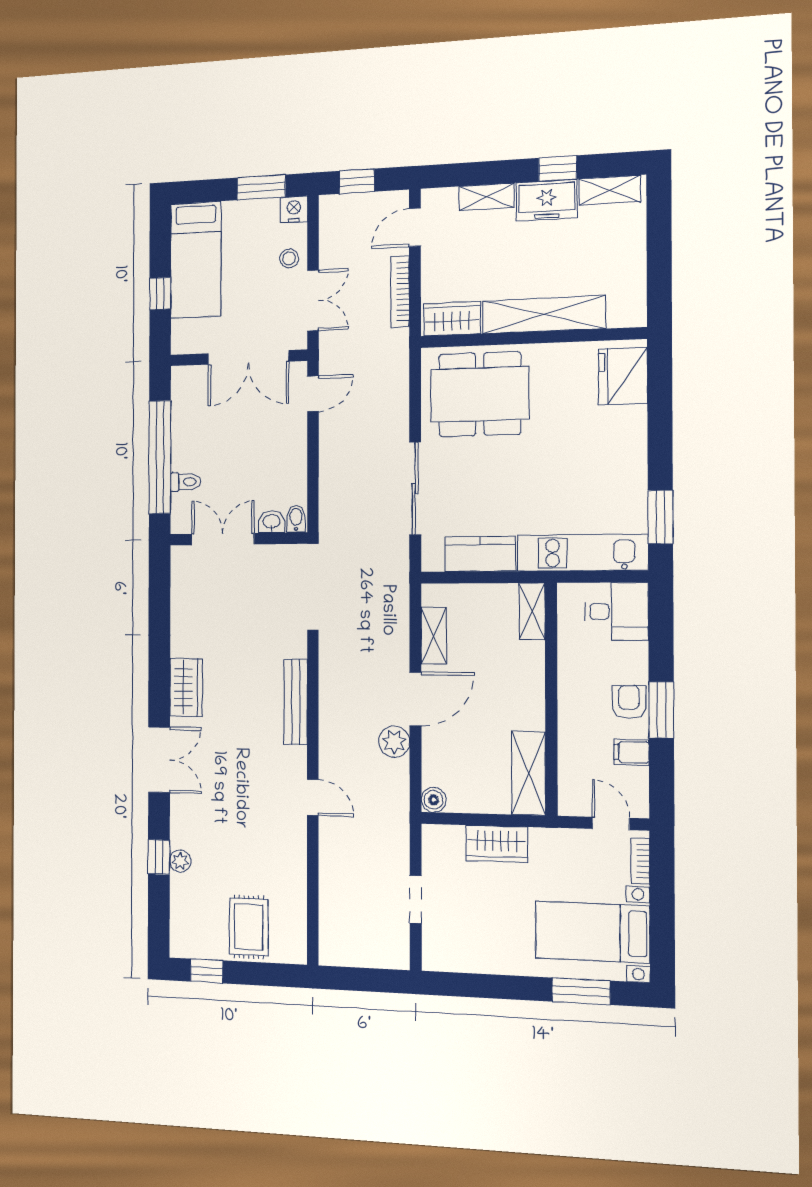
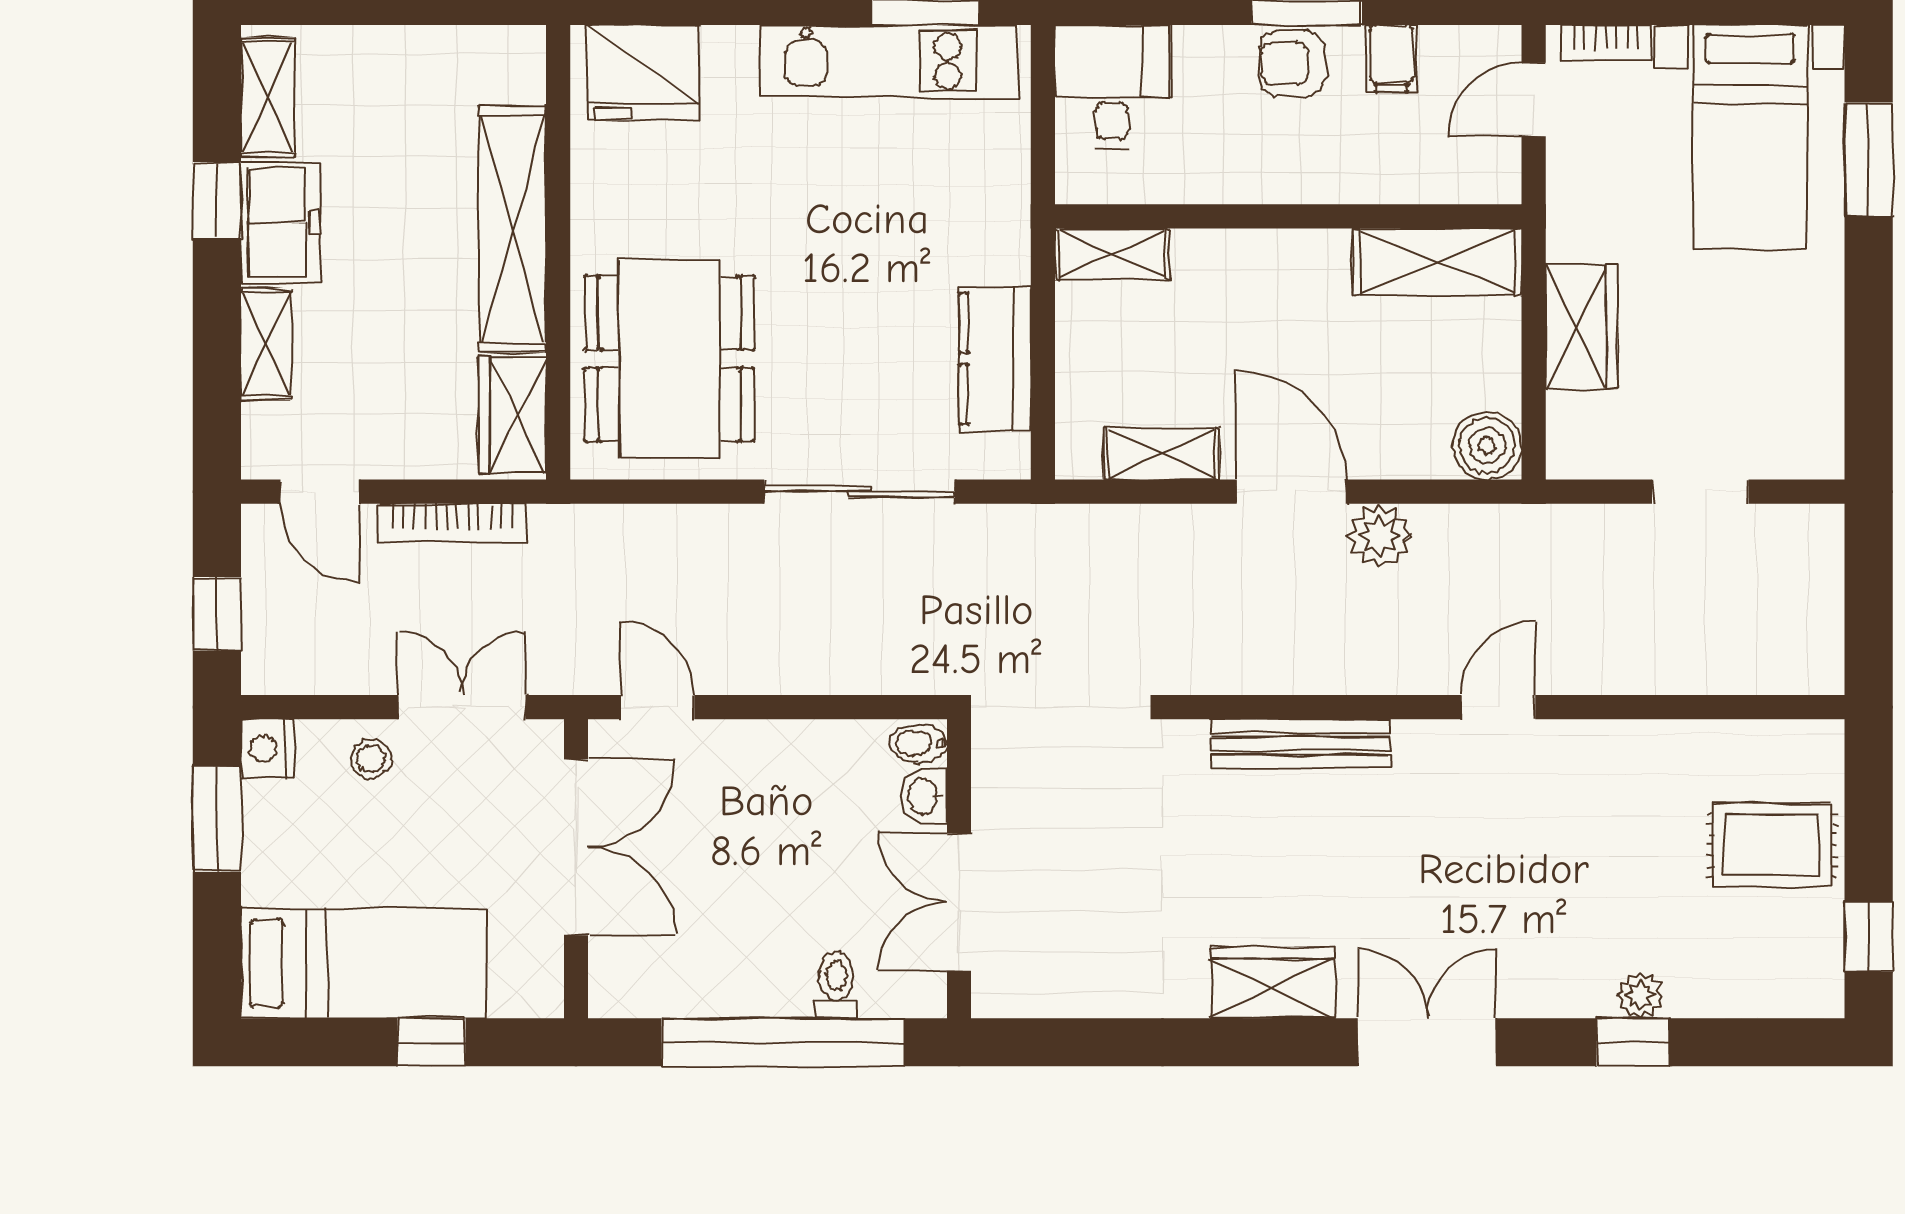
kitchen unit: (582, 553) -> (888, 61), moved, turned -90
boiler: (434, 800) -> (1487, 445), width x1.36, depth x1.36

